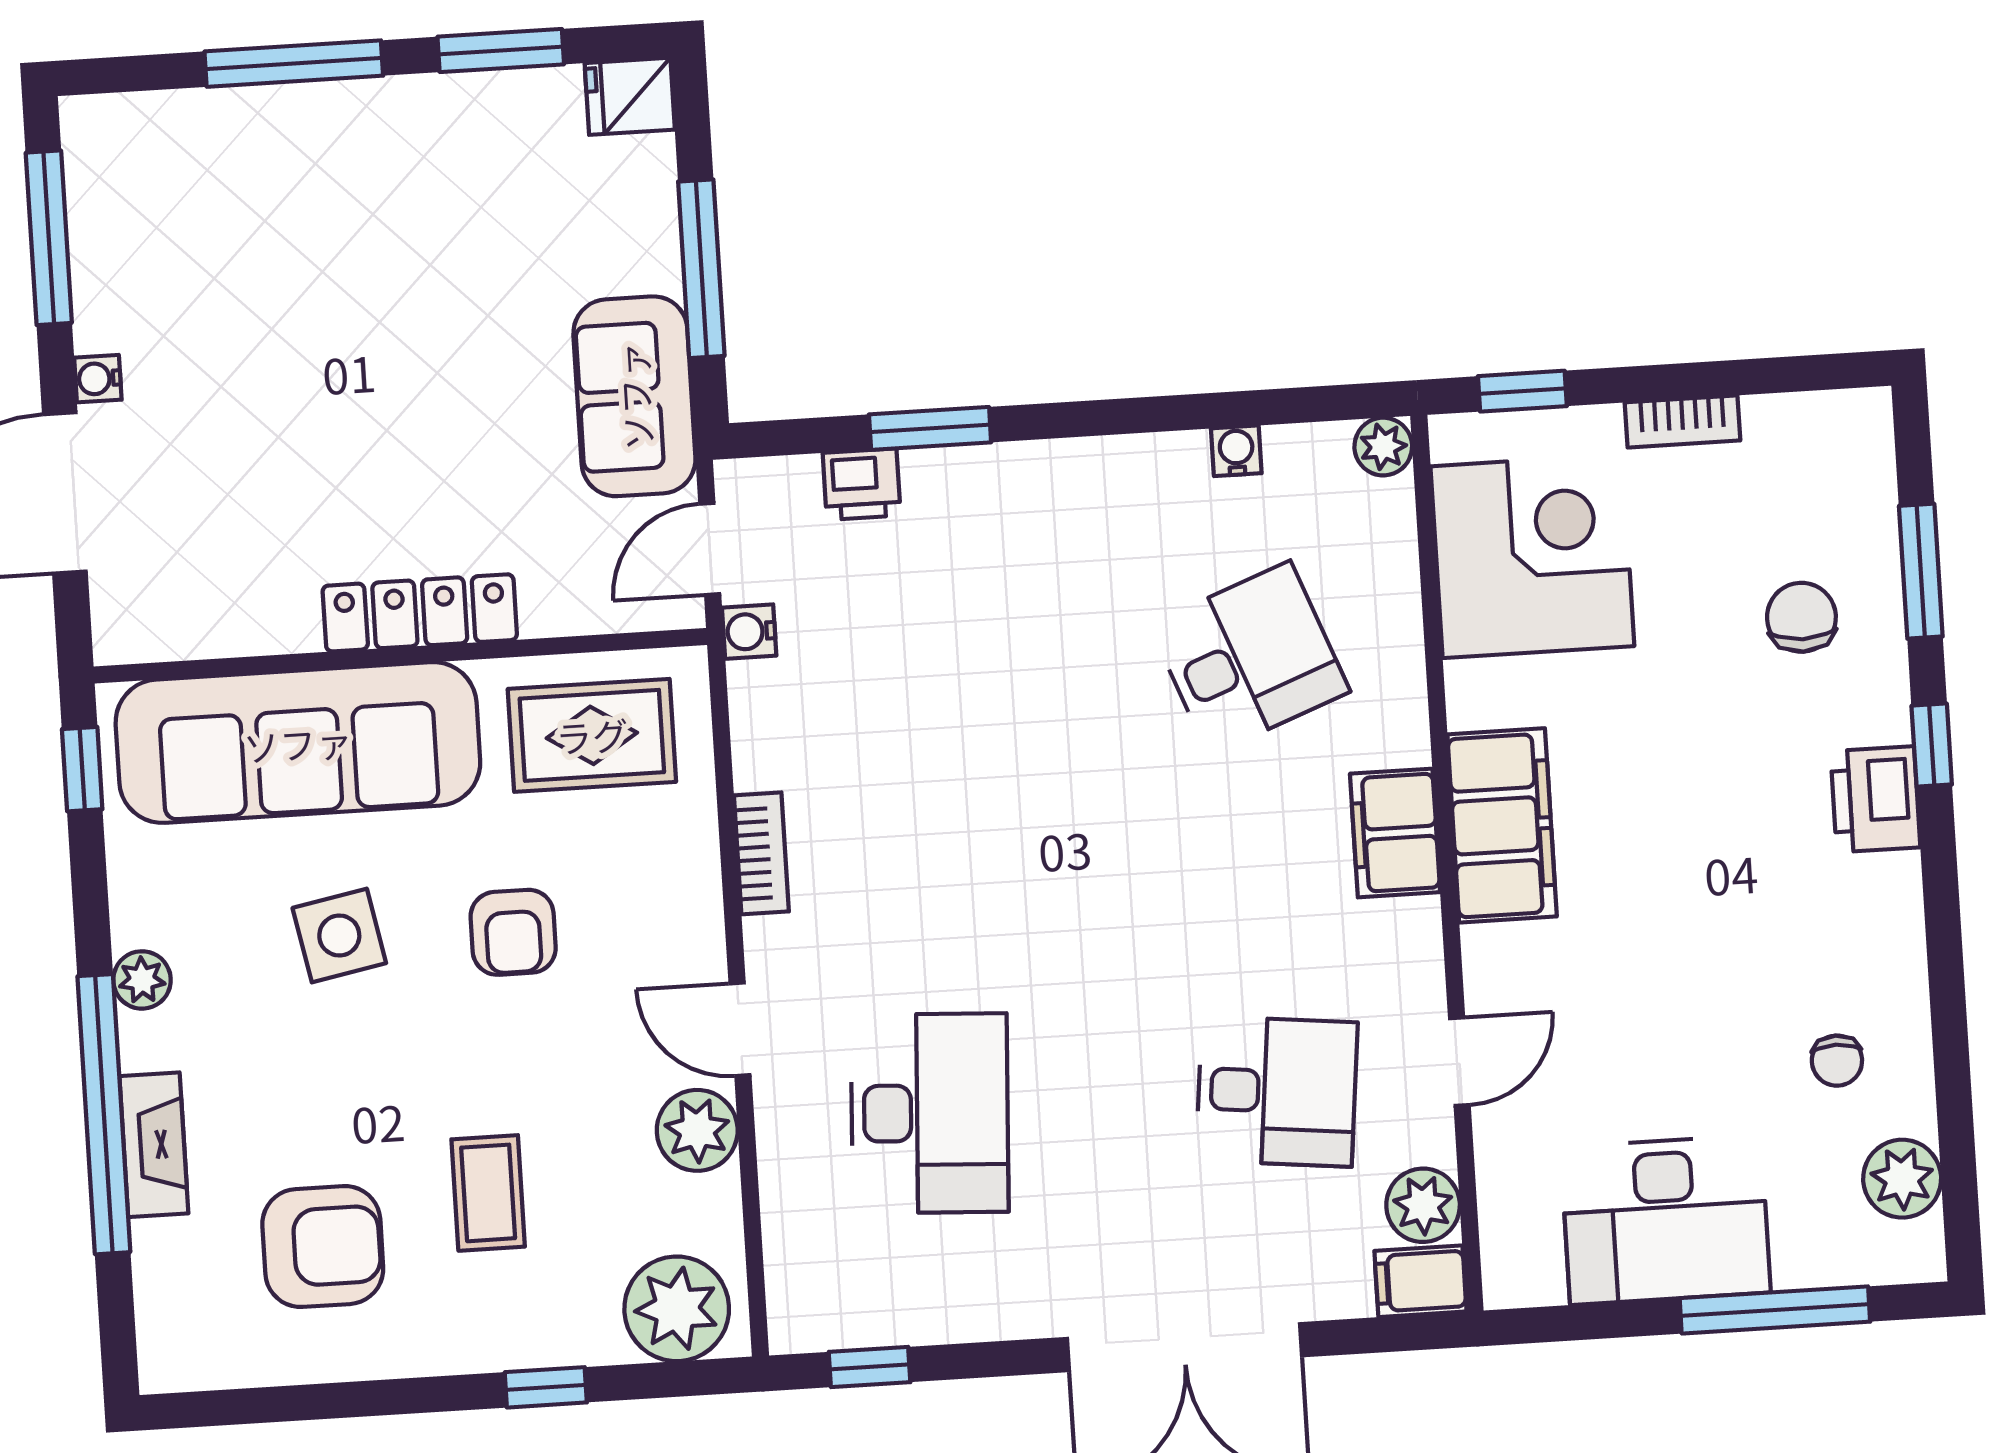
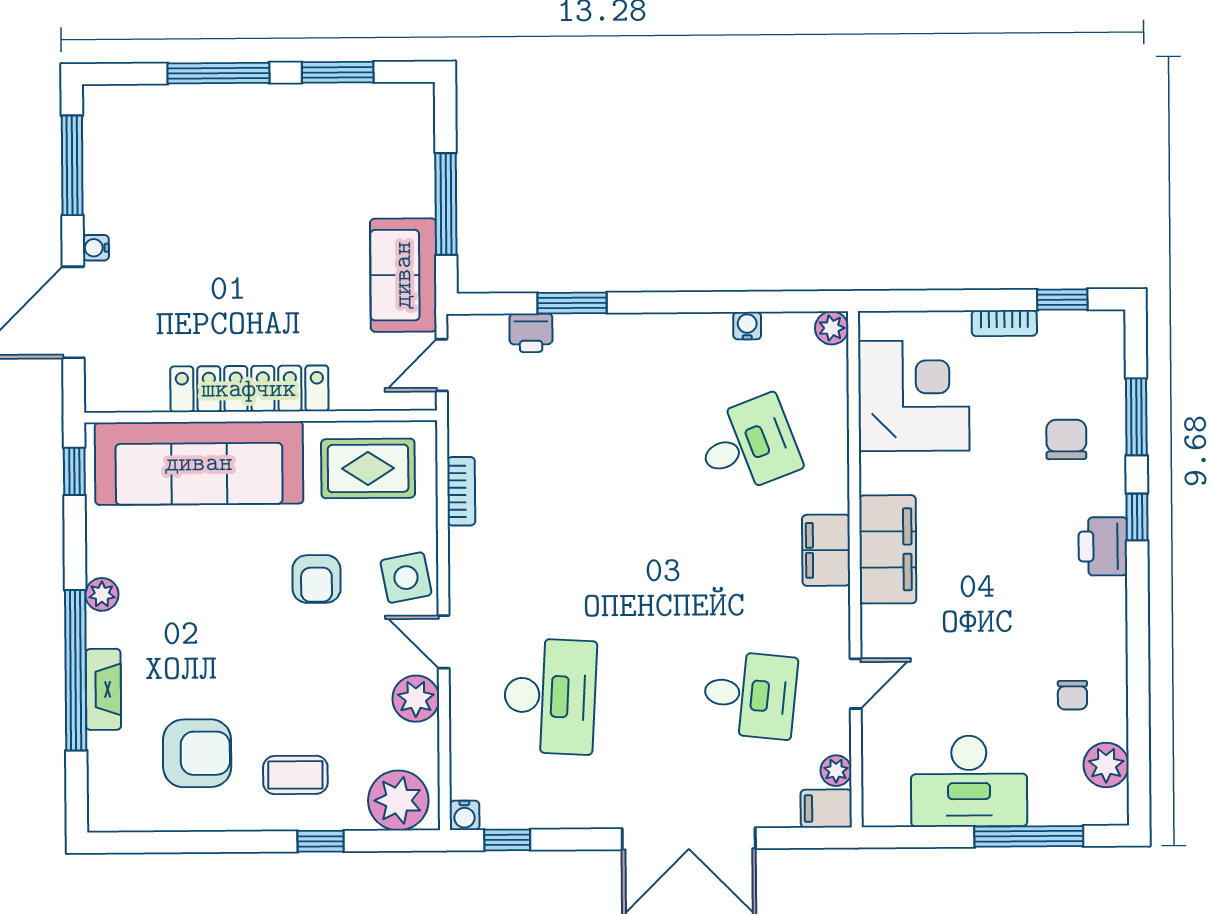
fridge: (630, 96) -> (410, 103), removed
window: (1522, 391) -> (1062, 300), moved
locker: (420, 613) -> (249, 389), width x1.41, depth x1.21
water cooler: (749, 632) -> (464, 815), moved, turned -90
bookcase: (761, 853) -> (461, 491), moved
side table: (339, 935) -> (406, 578), moved
coffee table: (488, 1193) -> (295, 775), moved, turned 90
plant: (1423, 1205) -> (836, 771), width x0.73, depth x0.73

